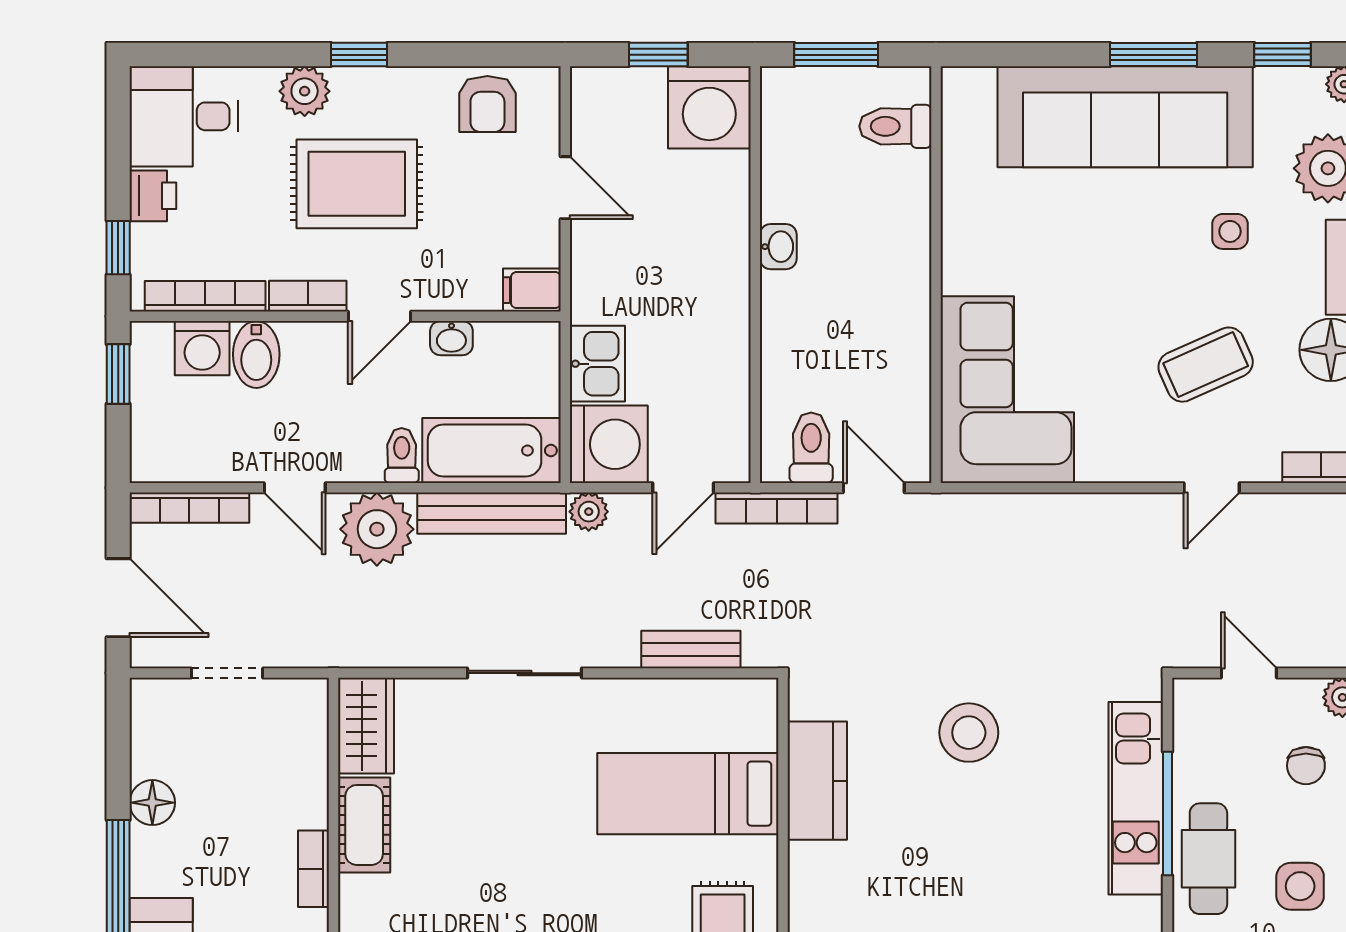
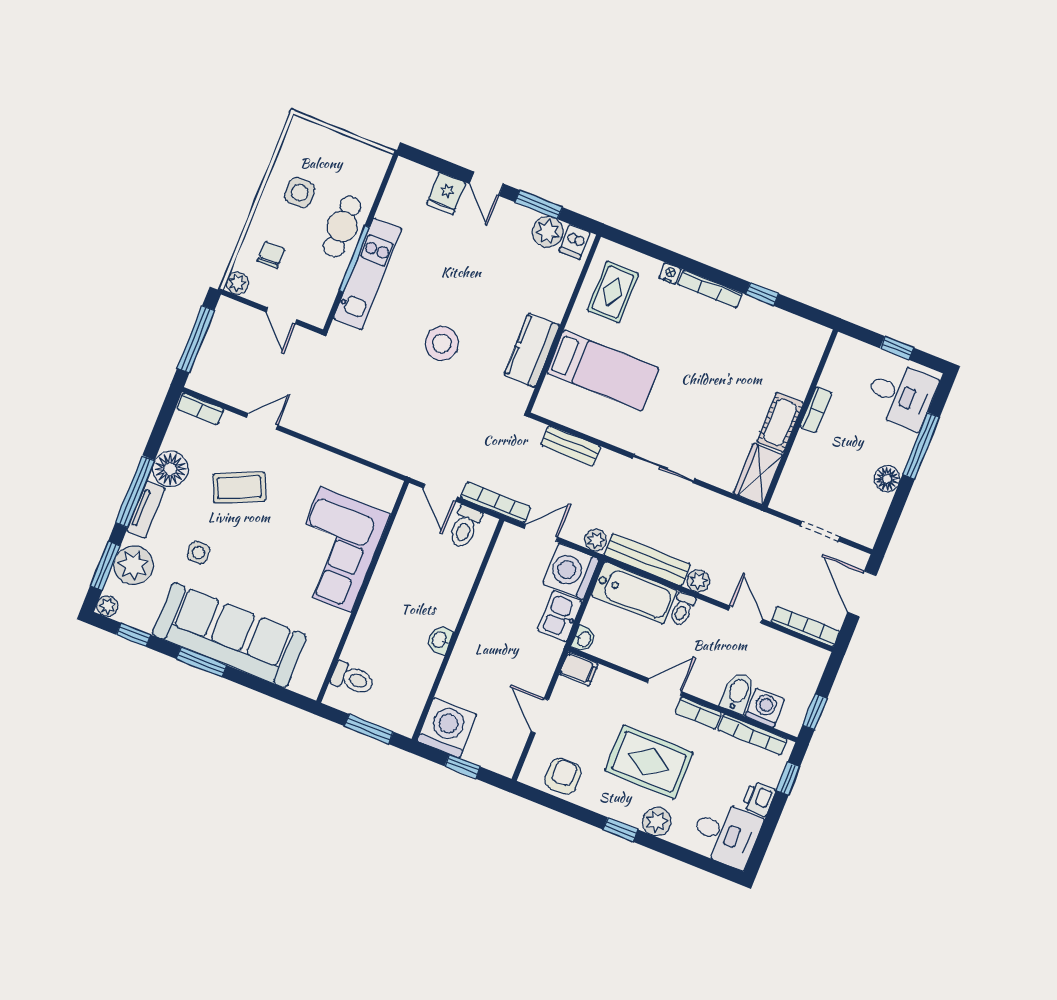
washbasin: (451, 338) -> (584, 639), moved, turned 90
corner sofa: (1007, 390) -> (336, 550), moved
plant: (377, 529) -> (698, 581), width x0.53, depth x0.53

